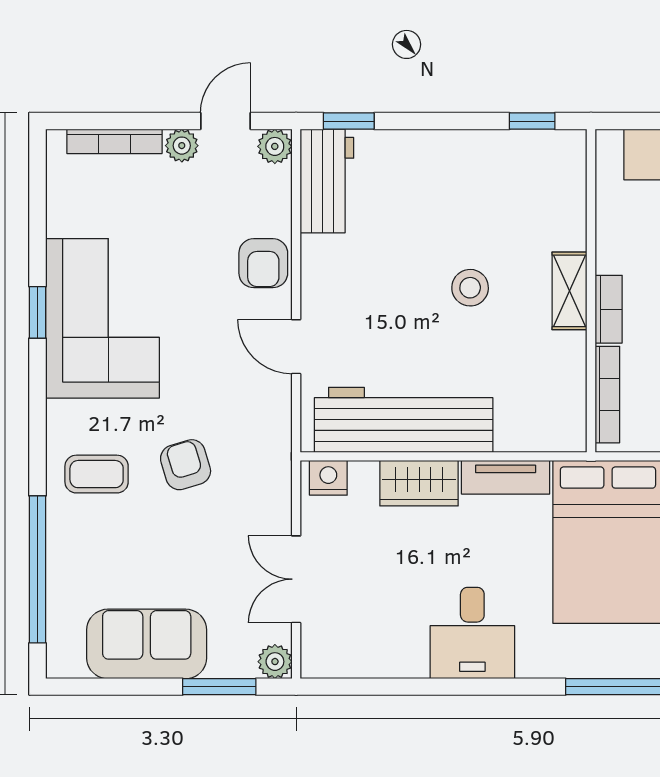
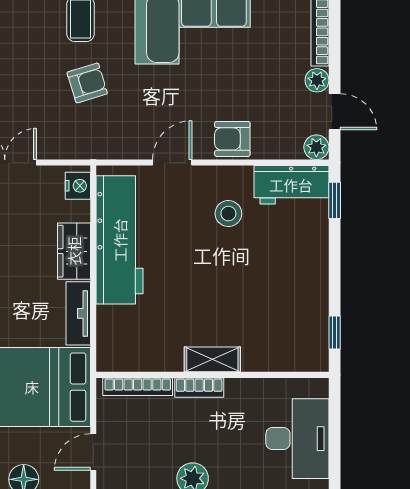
stool: (470, 288) -> (228, 214), moved

